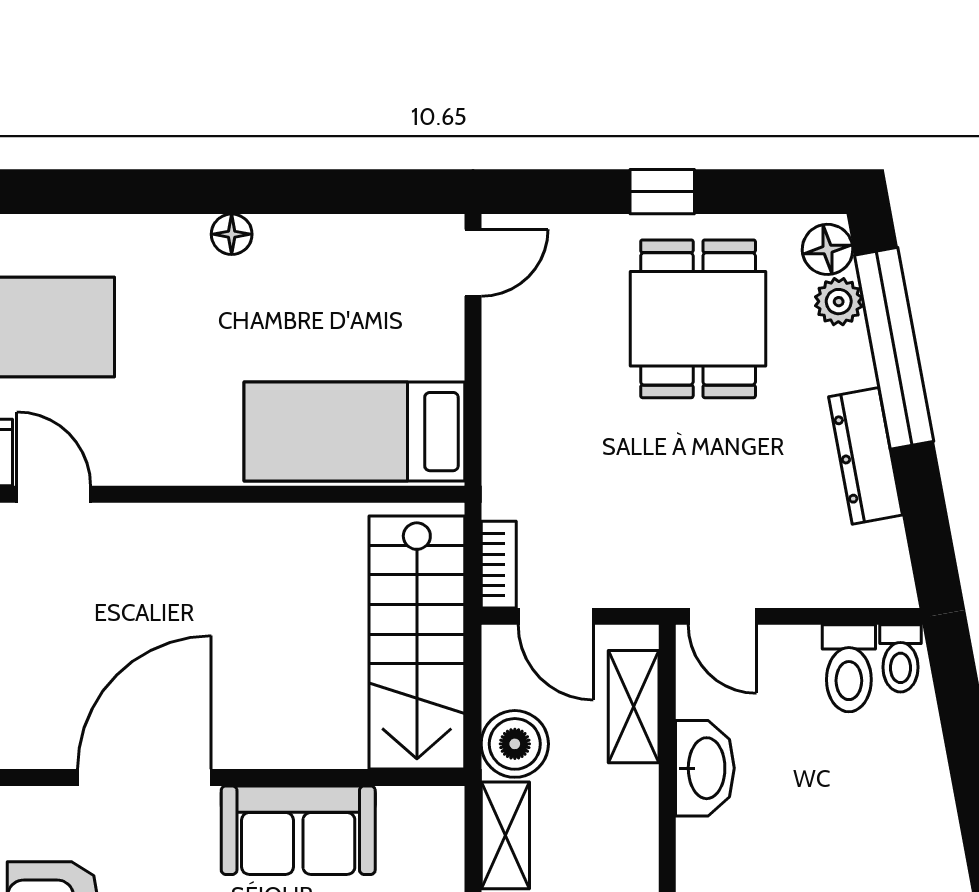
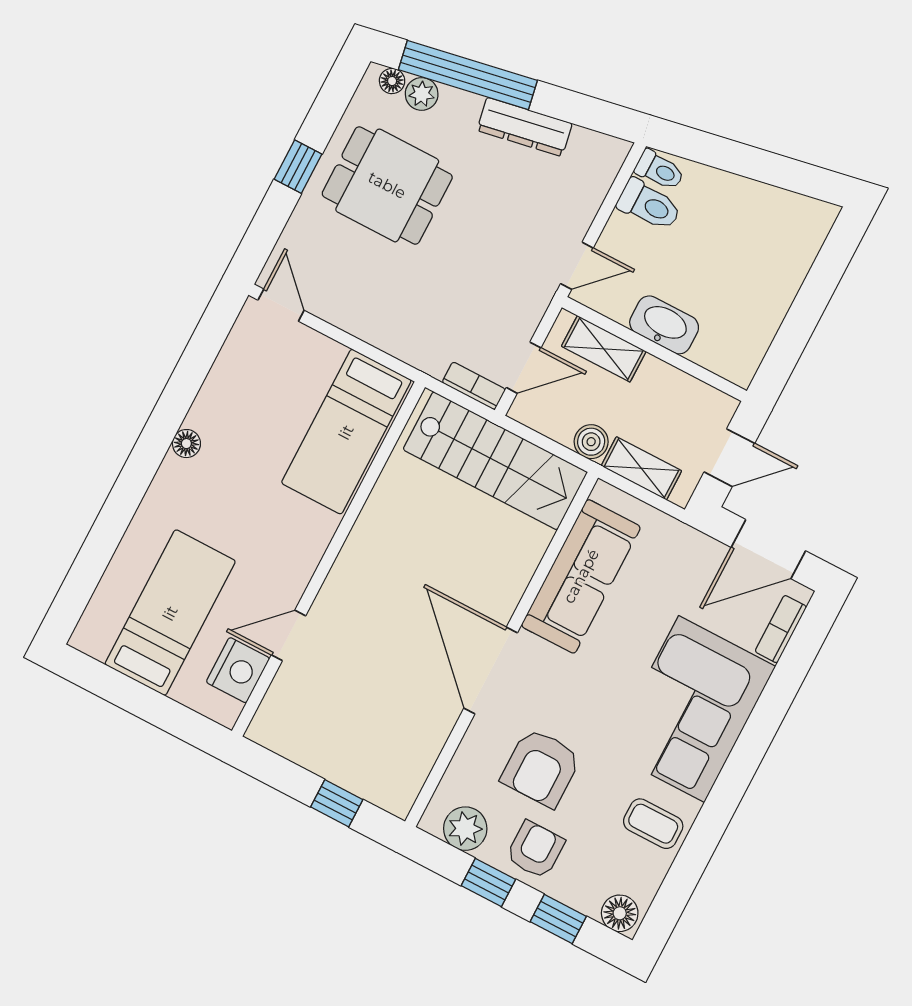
floor lamp: (828, 249) -> (392, 81), width x0.73, depth x0.73
boiler: (515, 744) -> (591, 442), width x0.73, depth x0.73
sofa: (298, 830) -> (581, 576), width x1.36

